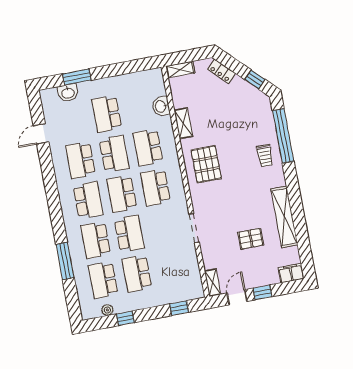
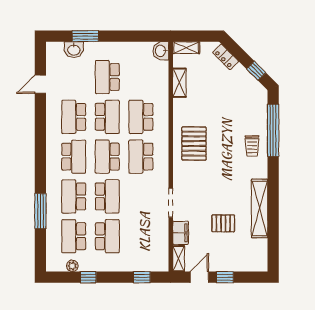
washbasin: (161, 106) -> (161, 51), moved
shelving: (183, 123) -> (179, 83), moved
filing cabinet: (291, 273) -> (181, 233), moved, turned 90
school desk: (137, 274) -> (107, 236), turned 180

